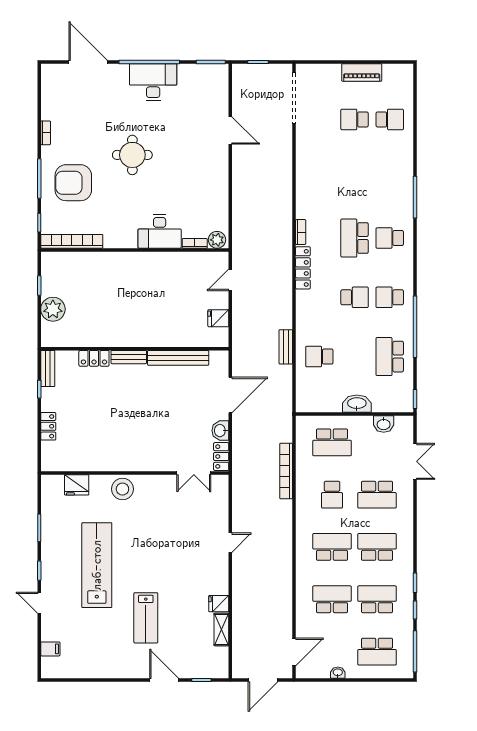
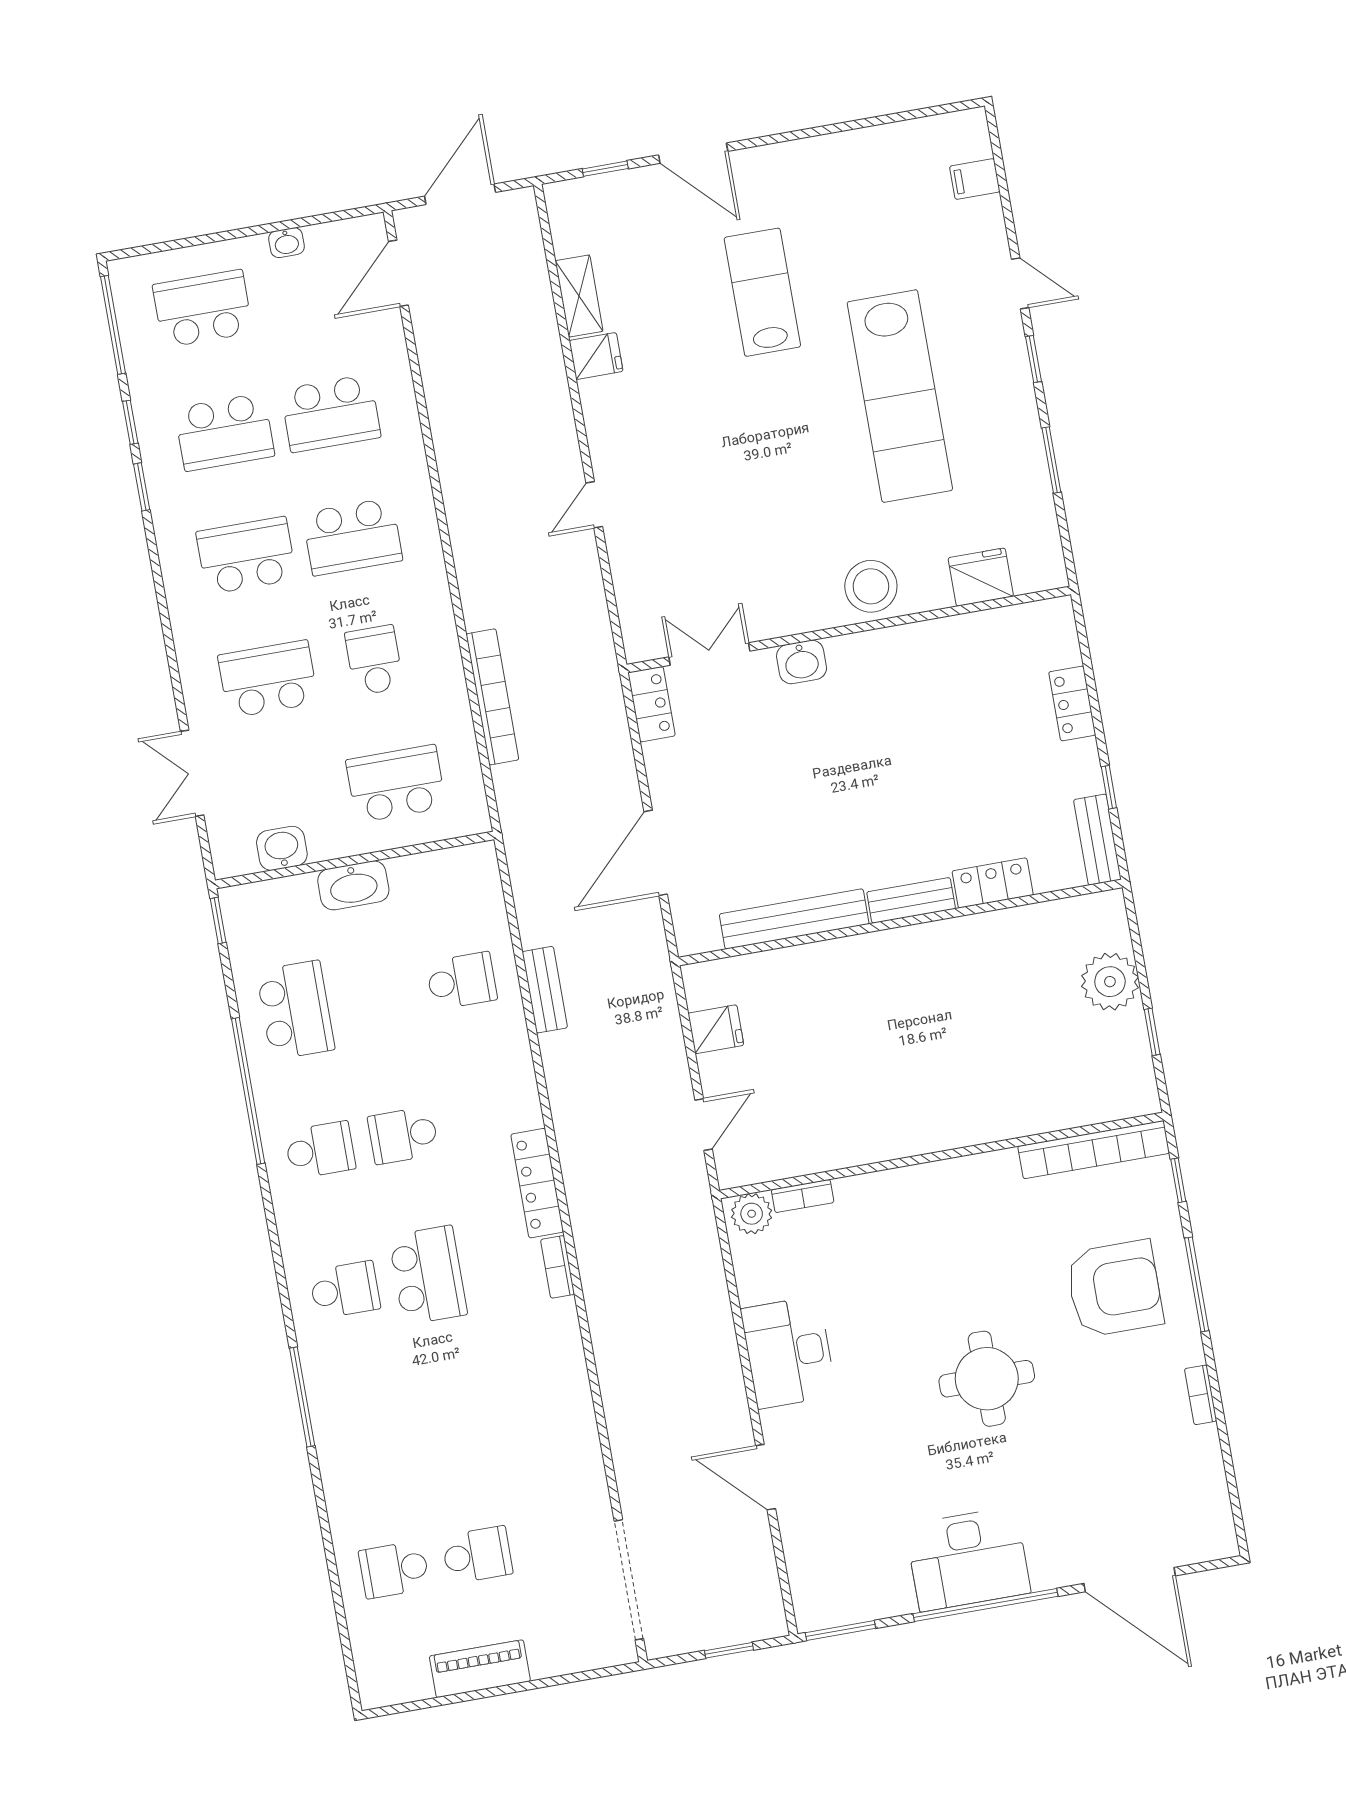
desk: (160, 232) -> (789, 1352), moved, turned -90
washbasin: (220, 431) -> (802, 662), moved, turned 90
school desk: (377, 547) -> (246, 556), turned 180

